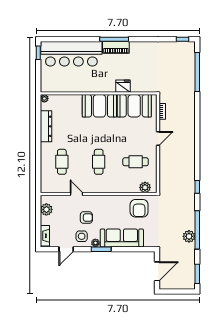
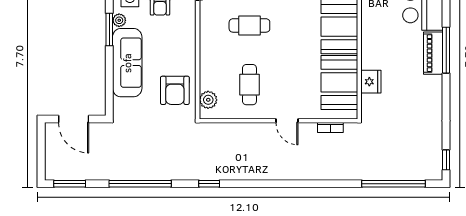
fridge: (123, 86) -> (371, 82), moved
armchair: (139, 208) -> (175, 90), turned -90
plant: (189, 236) -> (130, 170), removed

